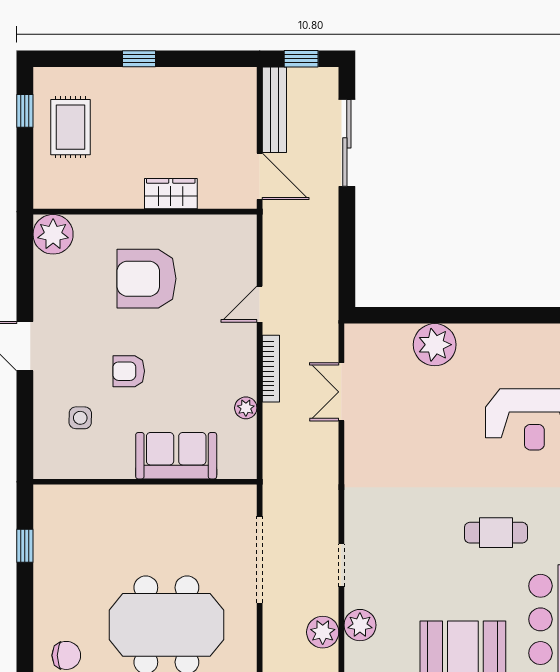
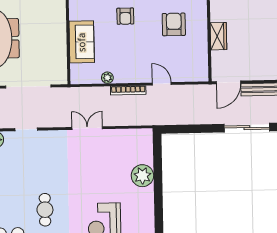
armchair: (147, 279) -> (174, 24), width x0.73, depth x0.73
armchair: (129, 371) -> (125, 16), turned 180
double door: (341, 392) -> (87, 128), moved

